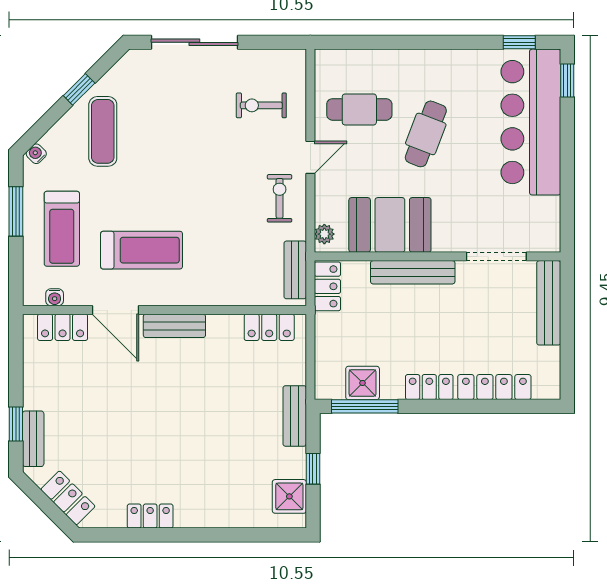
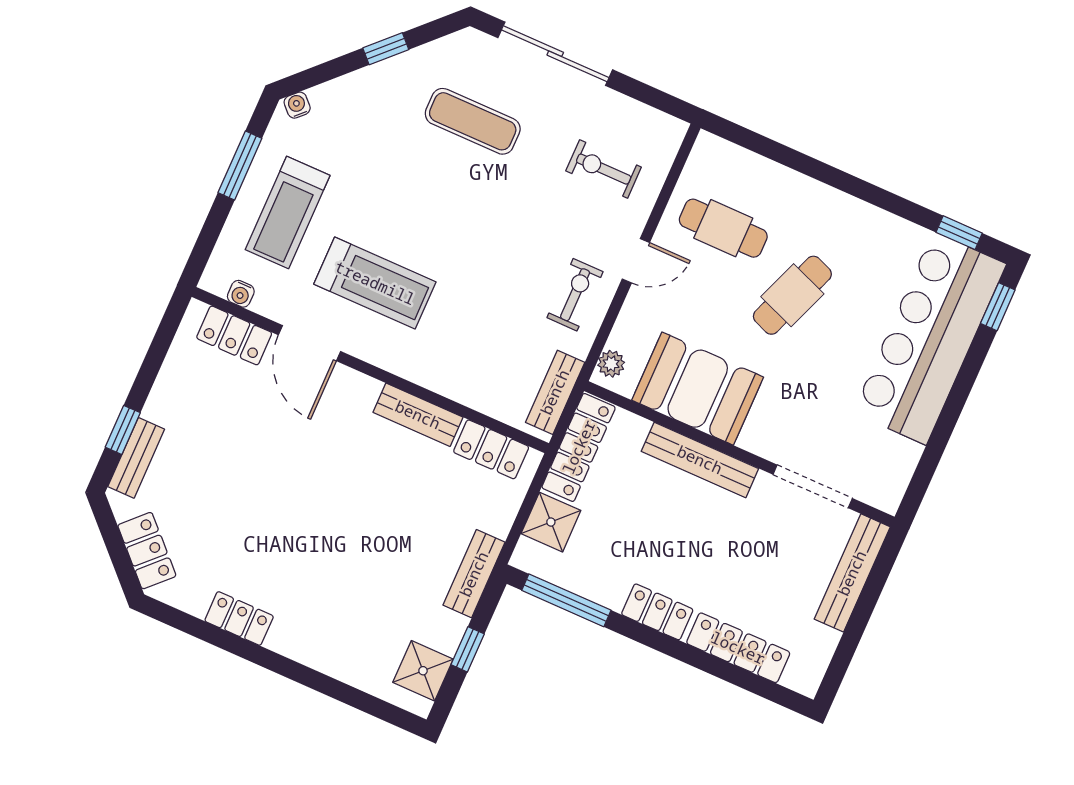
exercise mat: (103, 131) -> (473, 121), moved, turned 90
locker: (327, 286) -> (579, 447), width x1.53
bench: (174, 326) -> (418, 415), moved
shower: (363, 383) -> (551, 522), moved

